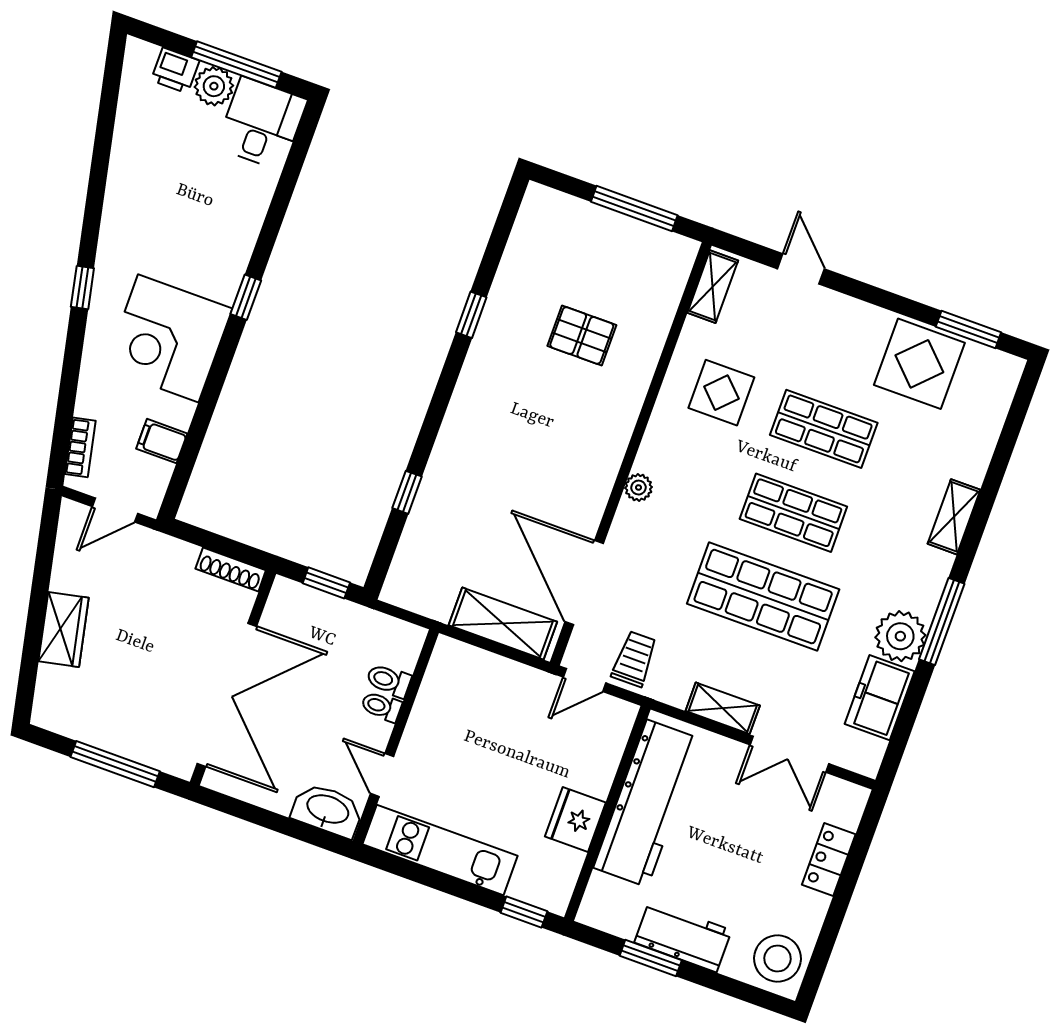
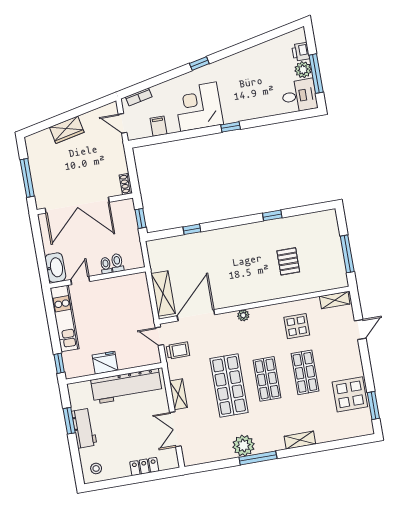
shoe rack: (231, 570) -> (126, 184), width x0.70
freezer: (880, 698) -> (216, 451), removed
stool: (777, 959) -> (96, 468), width x0.53, depth x0.53

